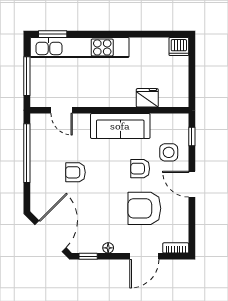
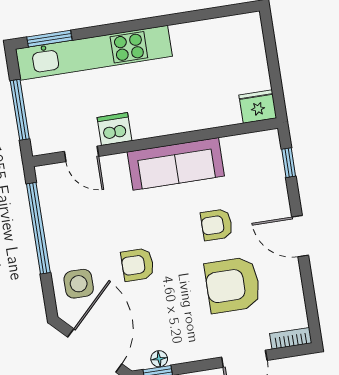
dishwasher: (179, 46) -> (114, 129), moved, turned 180
fridge: (147, 98) -> (258, 107), moved
side table: (169, 152) -> (79, 284), moved
armchair: (75, 172) -> (138, 265), moved
floor lamp: (108, 248) -> (159, 359), moved

